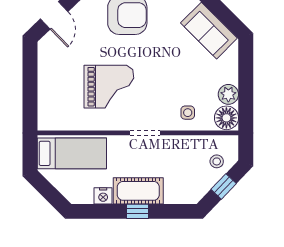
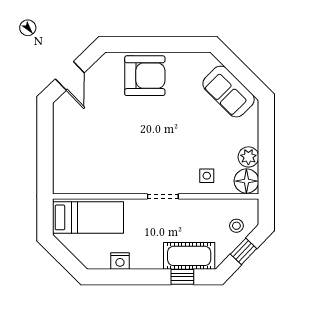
grand piano: (109, 87) -> (126, 149), removed
cot: (138, 191) -> (189, 256), moved
window: (137, 211) -> (182, 277), moved

